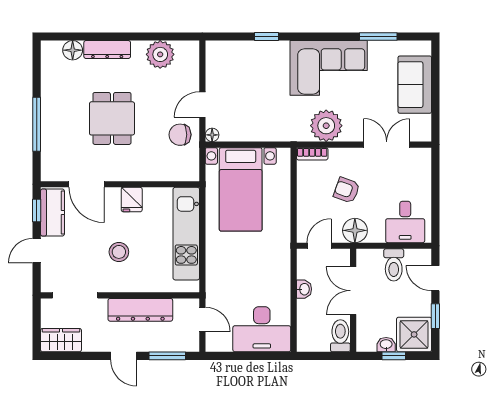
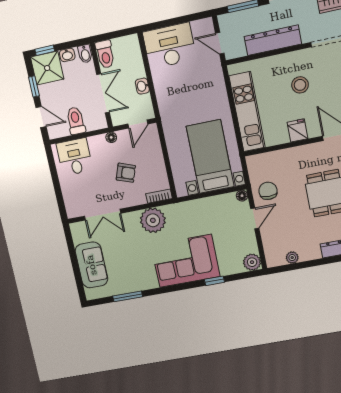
plant: (216, 51) -> (252, 262), added
plant: (160, 54) -> (292, 258), width x0.53, depth x0.53
corner sofa: (329, 68) -> (185, 261), moved
chair: (180, 135) -> (268, 191), turned -90
floor lamp: (355, 230) -> (111, 137), width x0.53, depth x0.53
bidet: (364, 341) -> (85, 54), added
window: (394, 356) -> (45, 50), moved

